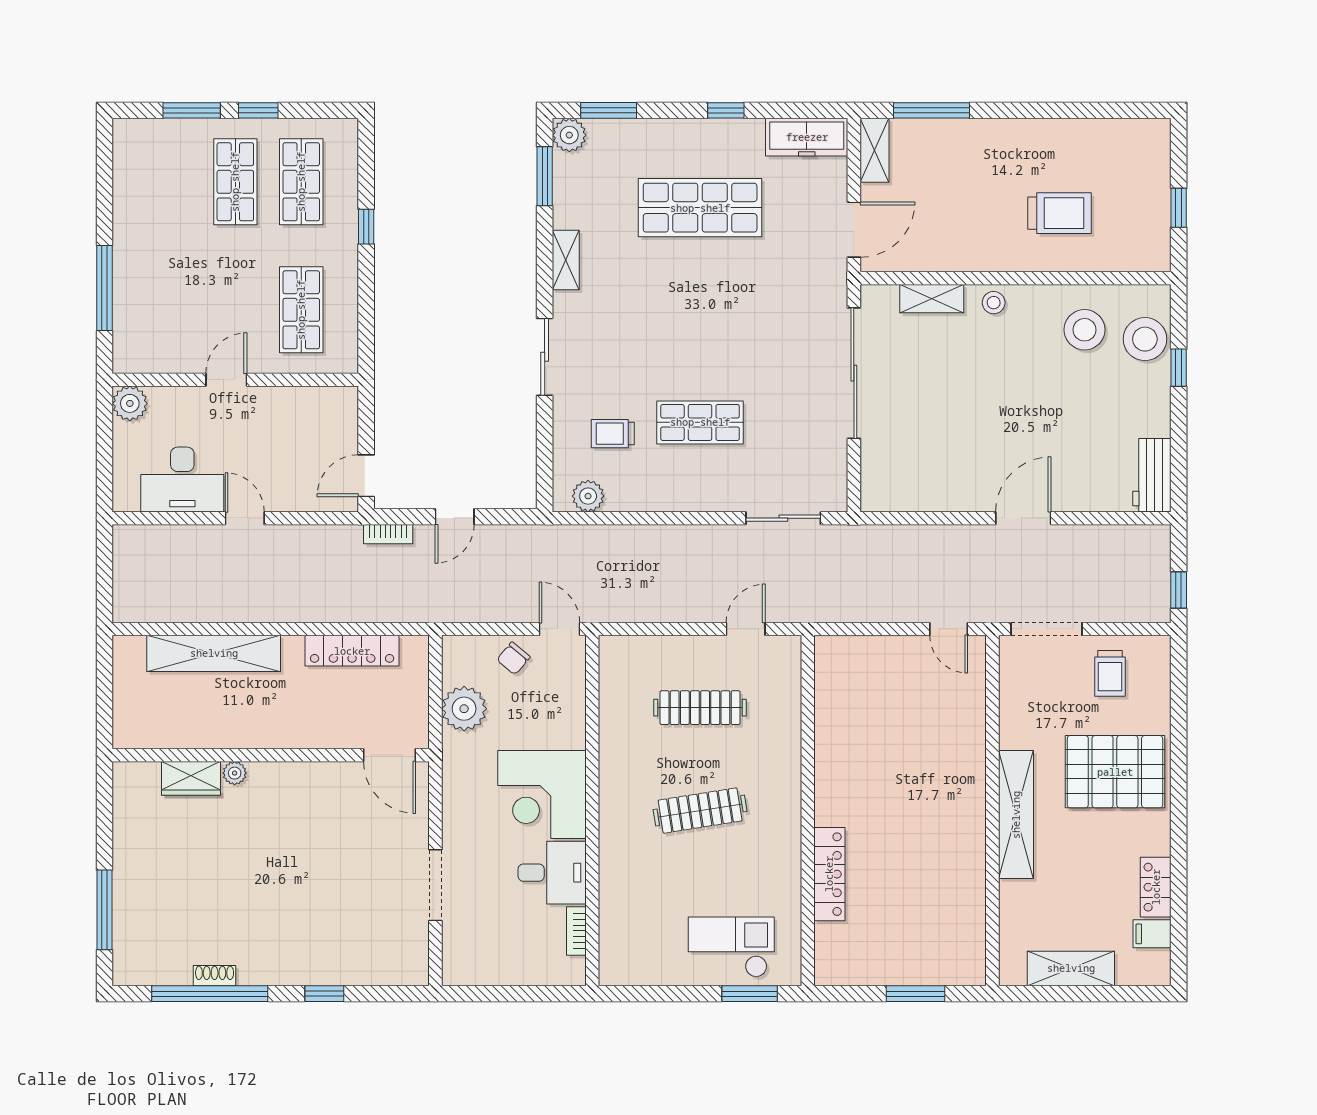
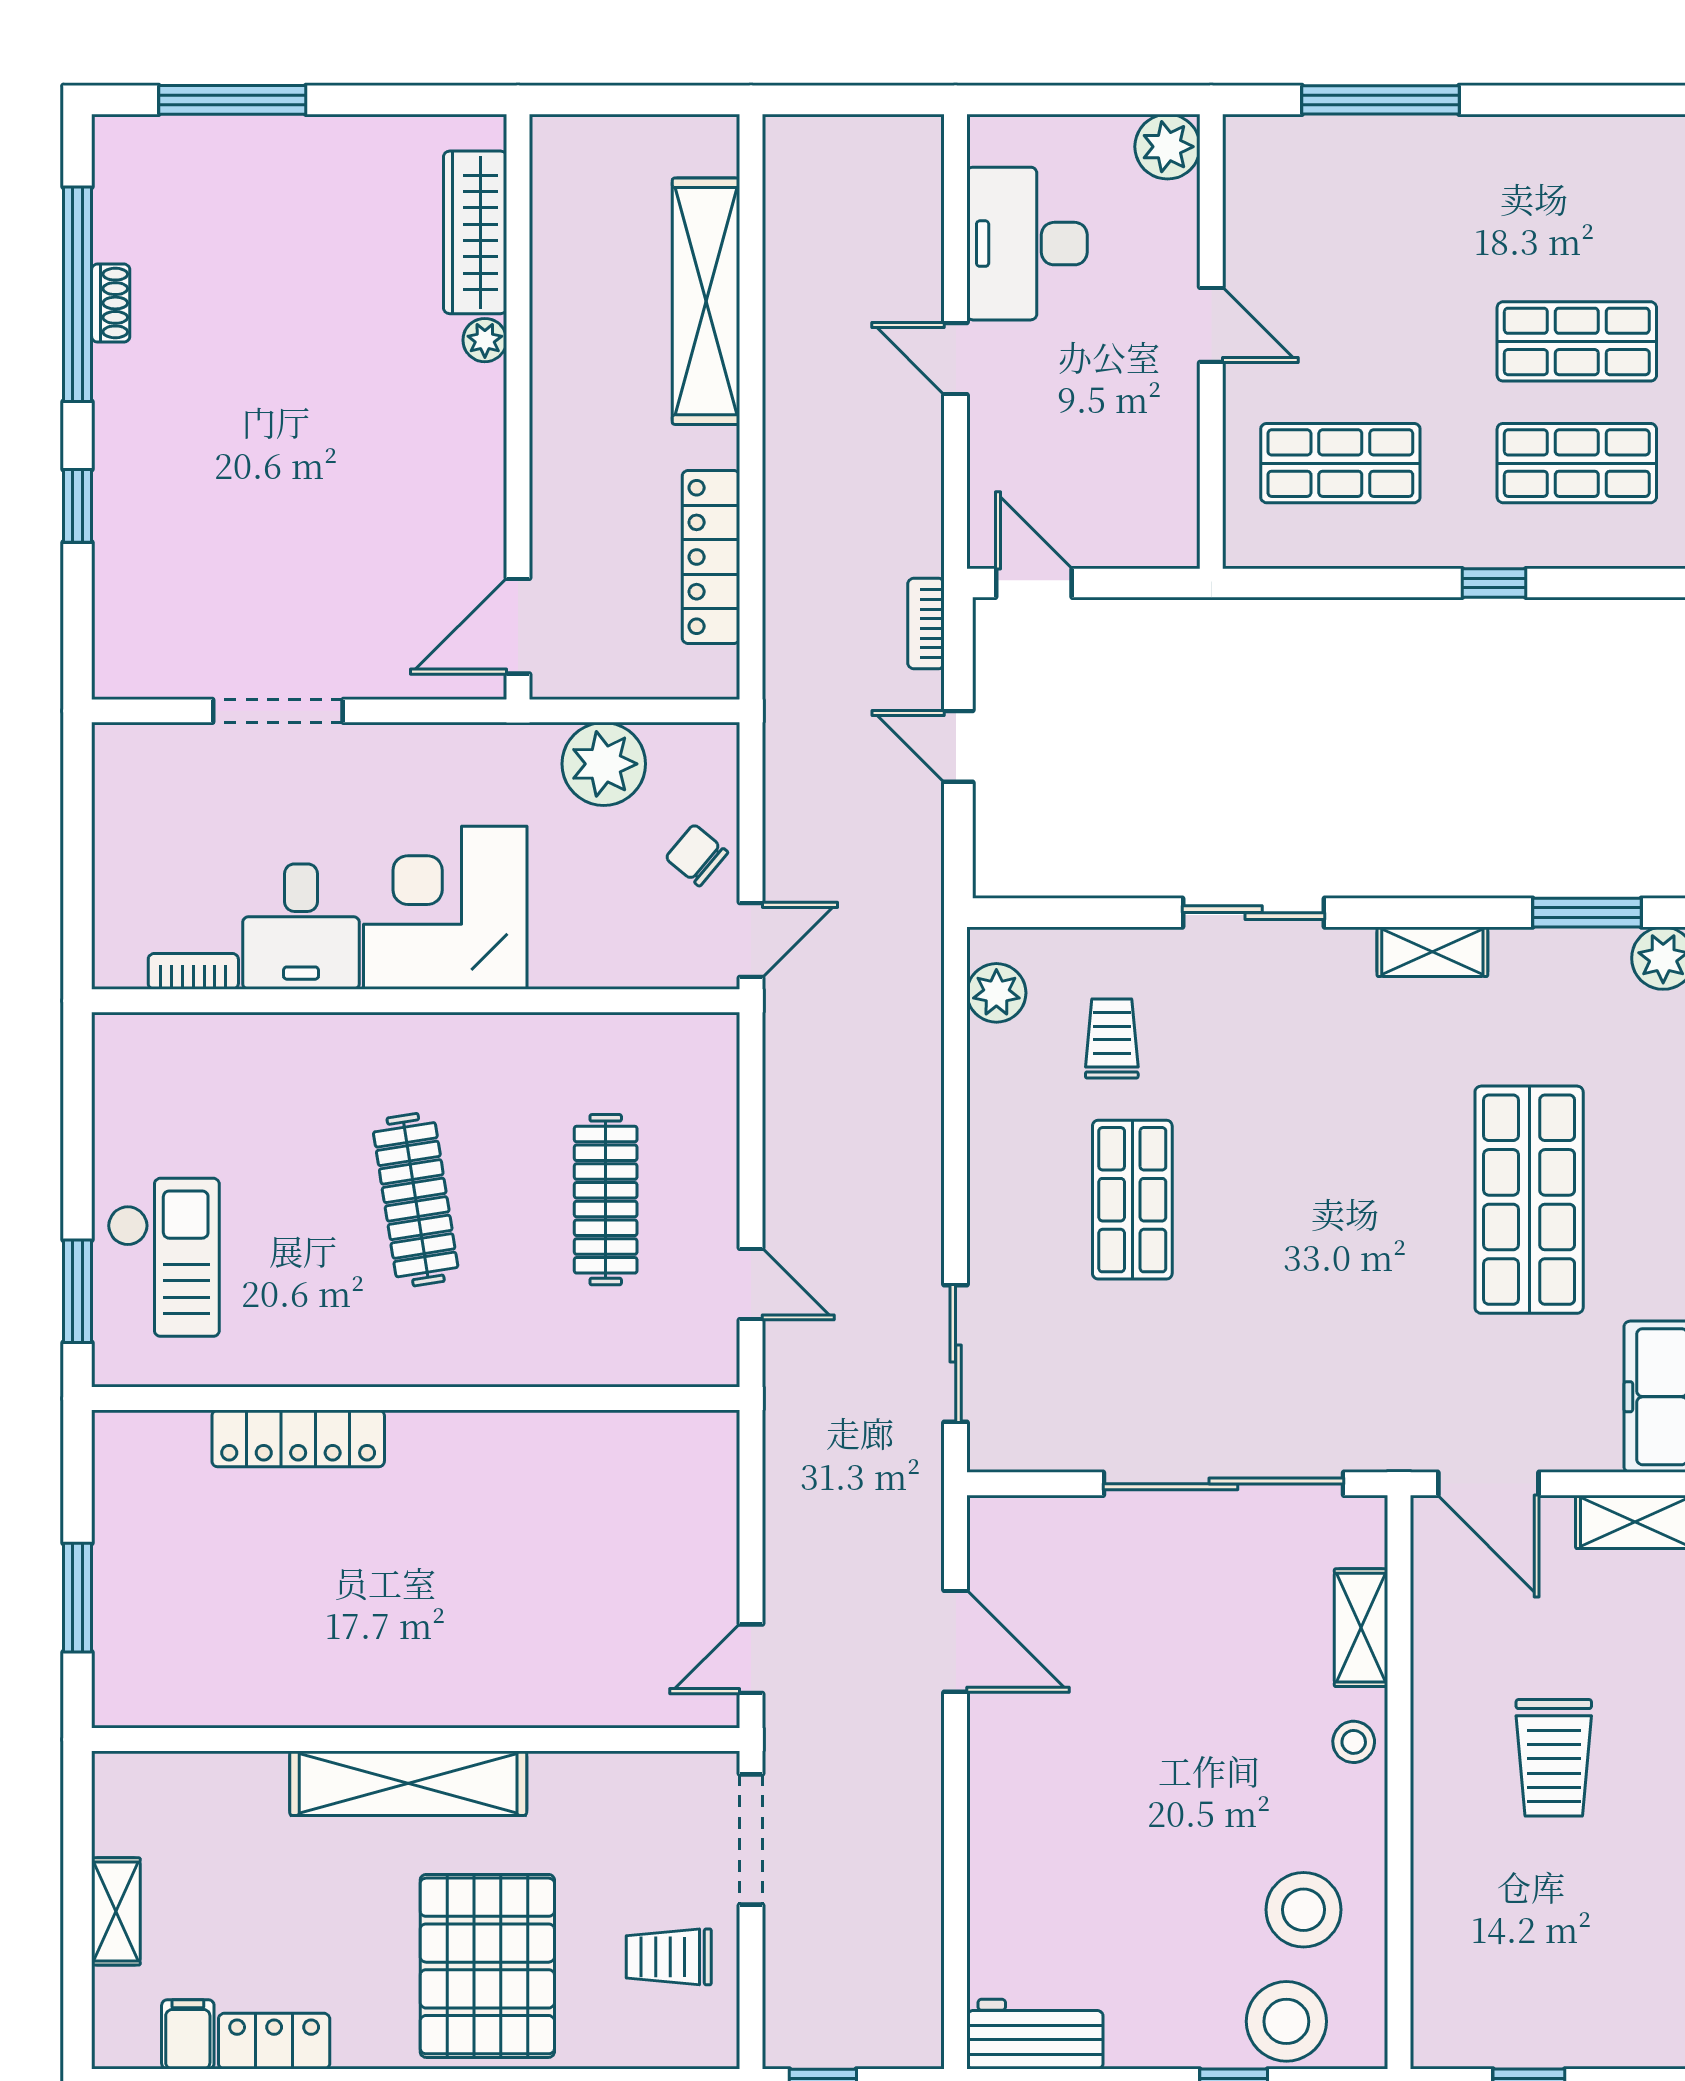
trolley: (1060, 213) -> (1554, 1758), moved
door: (245, 518) -> (956, 359), swing flipped
door: (1023, 518) -> (956, 1641), moved
wardrobe: (191, 778) -> (475, 232), width x1.50
shelving: (1071, 968) -> (116, 1911), width x0.67, depth x0.75

